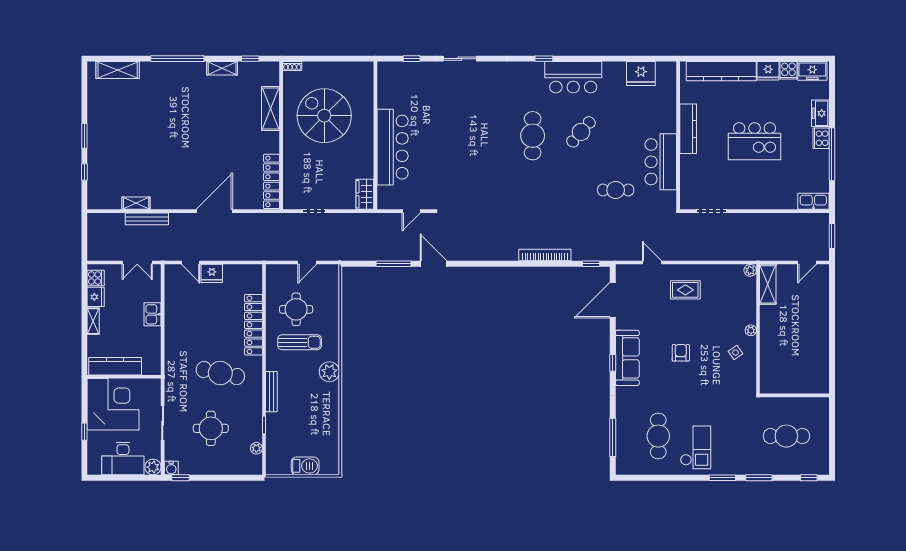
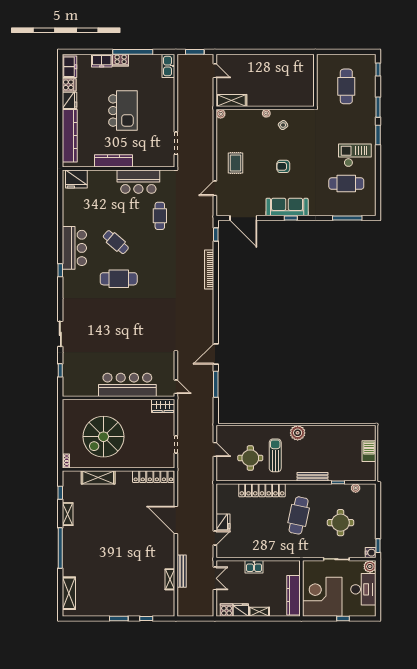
fridge: (641, 74) -> (76, 179), moved, turned 90
door: (411, 211) -> (176, 387), moved

